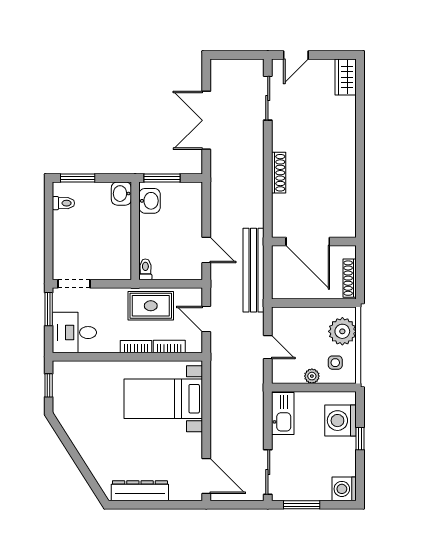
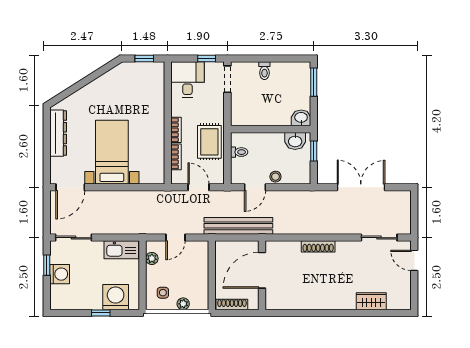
wardrobe: (346, 77) -> (371, 301), moved
window: (162, 178) -> (314, 151), width x0.67
toilet: (63, 203) -> (264, 71), moved
stool: (193, 225) -> (275, 177), added
toilet: (145, 269) -> (239, 152), moved
window: (49, 309) -> (207, 58), width x0.67
door: (206, 319) -> (199, 187), hinge flipped
plant: (342, 331) -> (183, 304), width x0.53, depth x0.53
plant: (312, 376) -> (152, 258), moved
bed with nightstands: (163, 399) -> (112, 152), moved
washing machine: (344, 489) -> (60, 274), moved, turned 90
window: (302, 505) -> (47, 265), width x0.67

